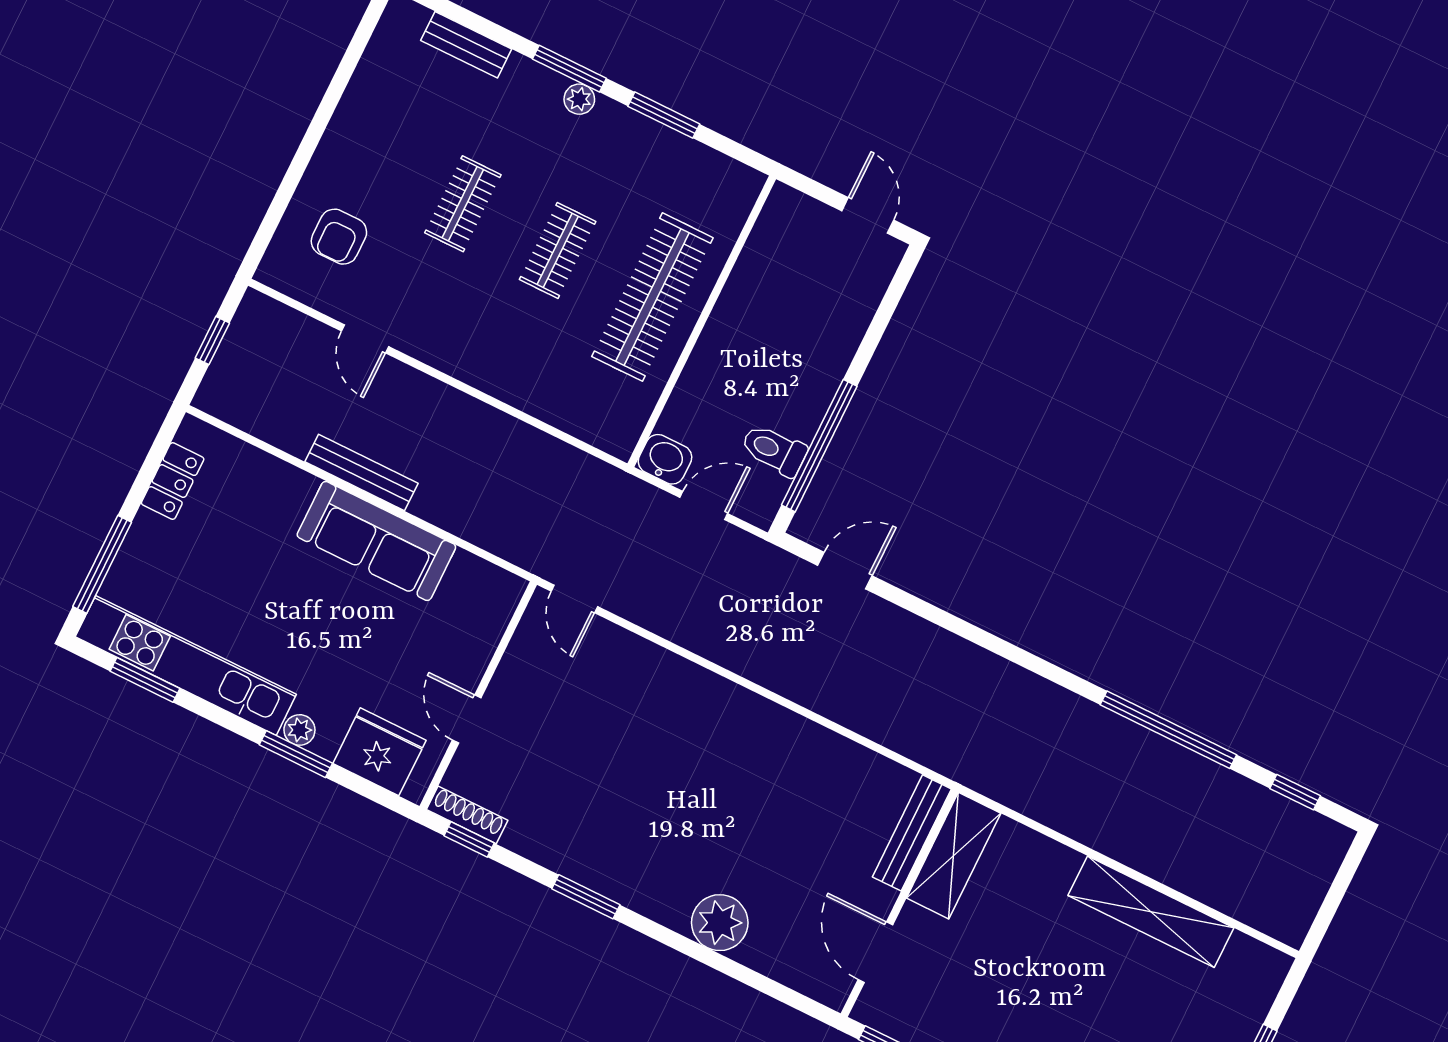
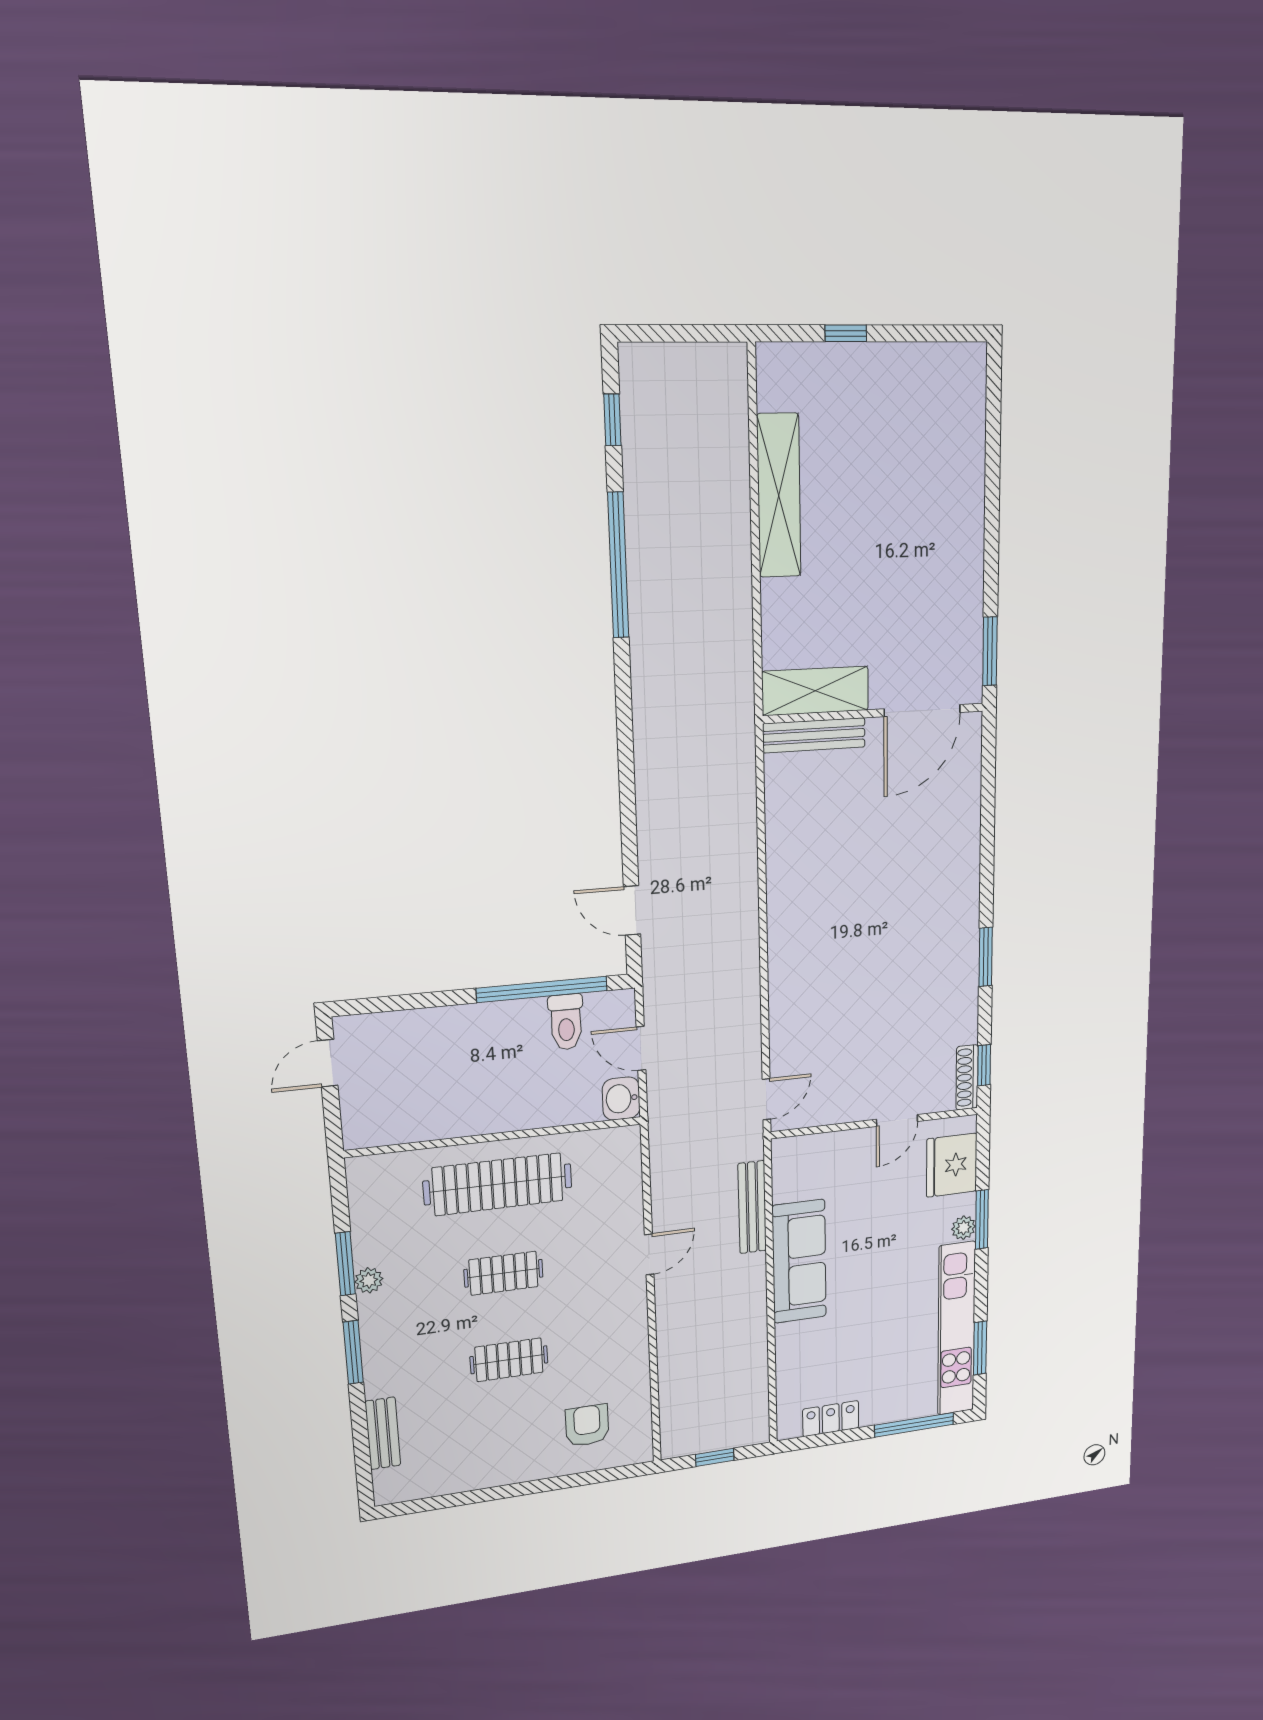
plant: (579, 99) -> (369, 1280), moved
armchair: (339, 237) -> (587, 1425), turned -90
door: (365, 339) -> (649, 1254), moved
bench: (362, 472) -> (752, 1207), moved
plant: (720, 923) -> (957, 846), removed
door: (875, 952) -> (922, 711), width x1.36

